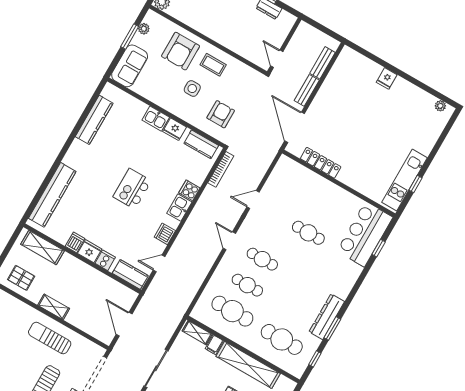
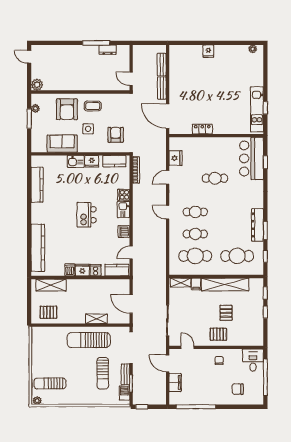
sofa: (130, 66) -> (62, 144), moved, turned -90
locker: (321, 163) -> (202, 129), width x0.66
fridge: (275, 182) -> (175, 158), added
shelving: (54, 307) -> (96, 319), moved
sun lounger: (50, 338) -> (89, 340), width x1.36, depth x1.34

